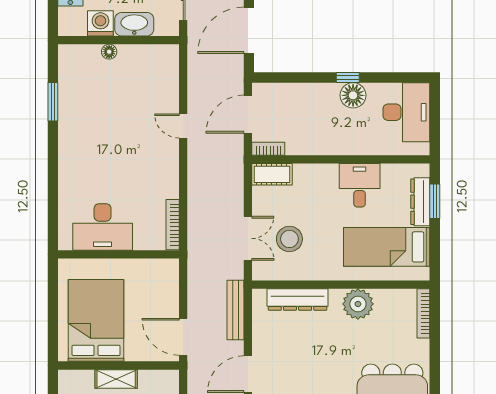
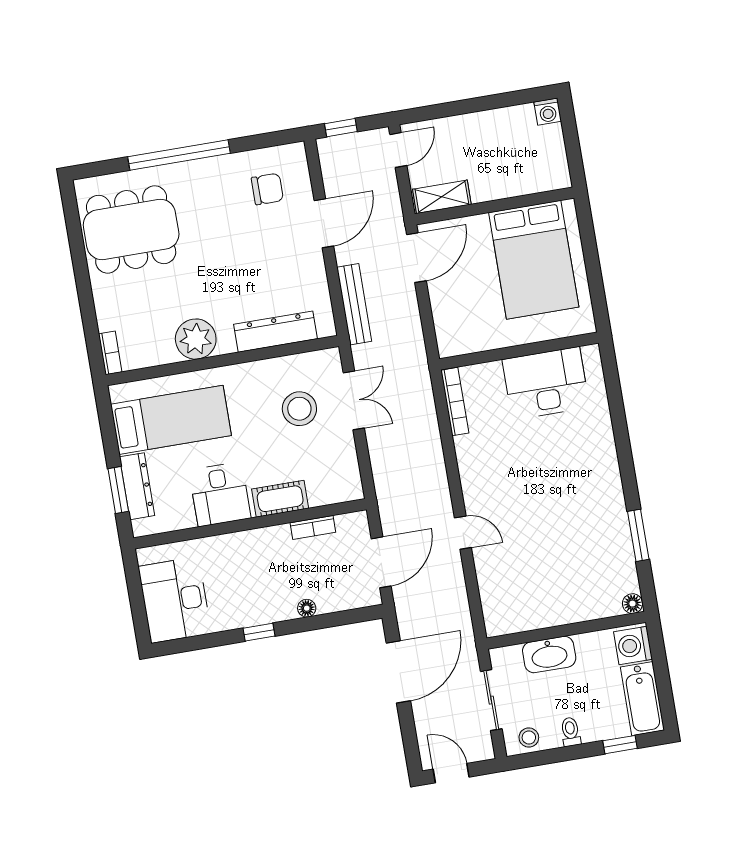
washing machine: (100, 23) -> (633, 645), moved, turned 90
floor lamp: (109, 52) -> (632, 604), moved
floor lamp: (353, 95) -> (307, 608), moved, width x0.53, depth x0.53
bookcase: (268, 149) -> (313, 527), moved
cot: (272, 174) -> (280, 499), moved
double door: (248, 238) -> (354, 400), swing flipped
bookcase: (423, 313) -> (110, 353), width x0.64
door: (183, 337) -> (416, 258), hinge flipped
shelving: (116, 379) -> (442, 197), moved

